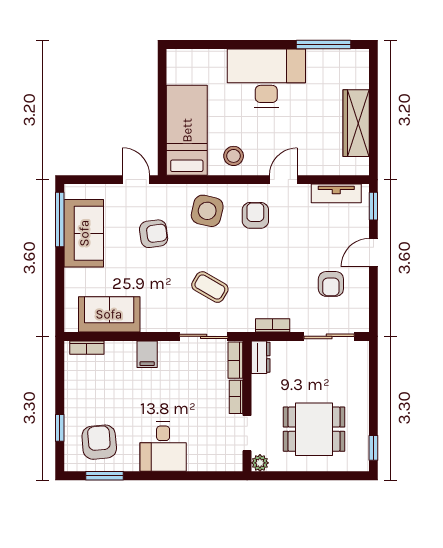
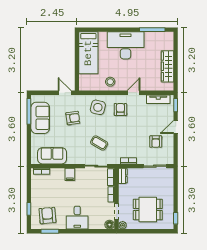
bed: (187, 130) -> (88, 53), moved, turned 180
floor lamp: (232, 462) -> (110, 225), added

